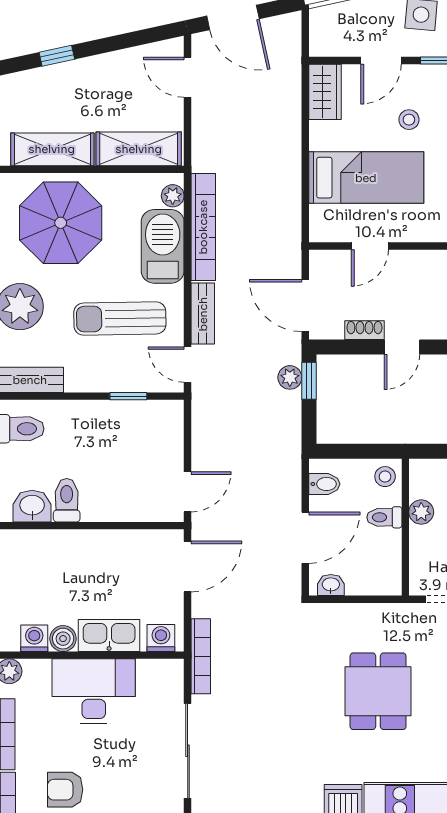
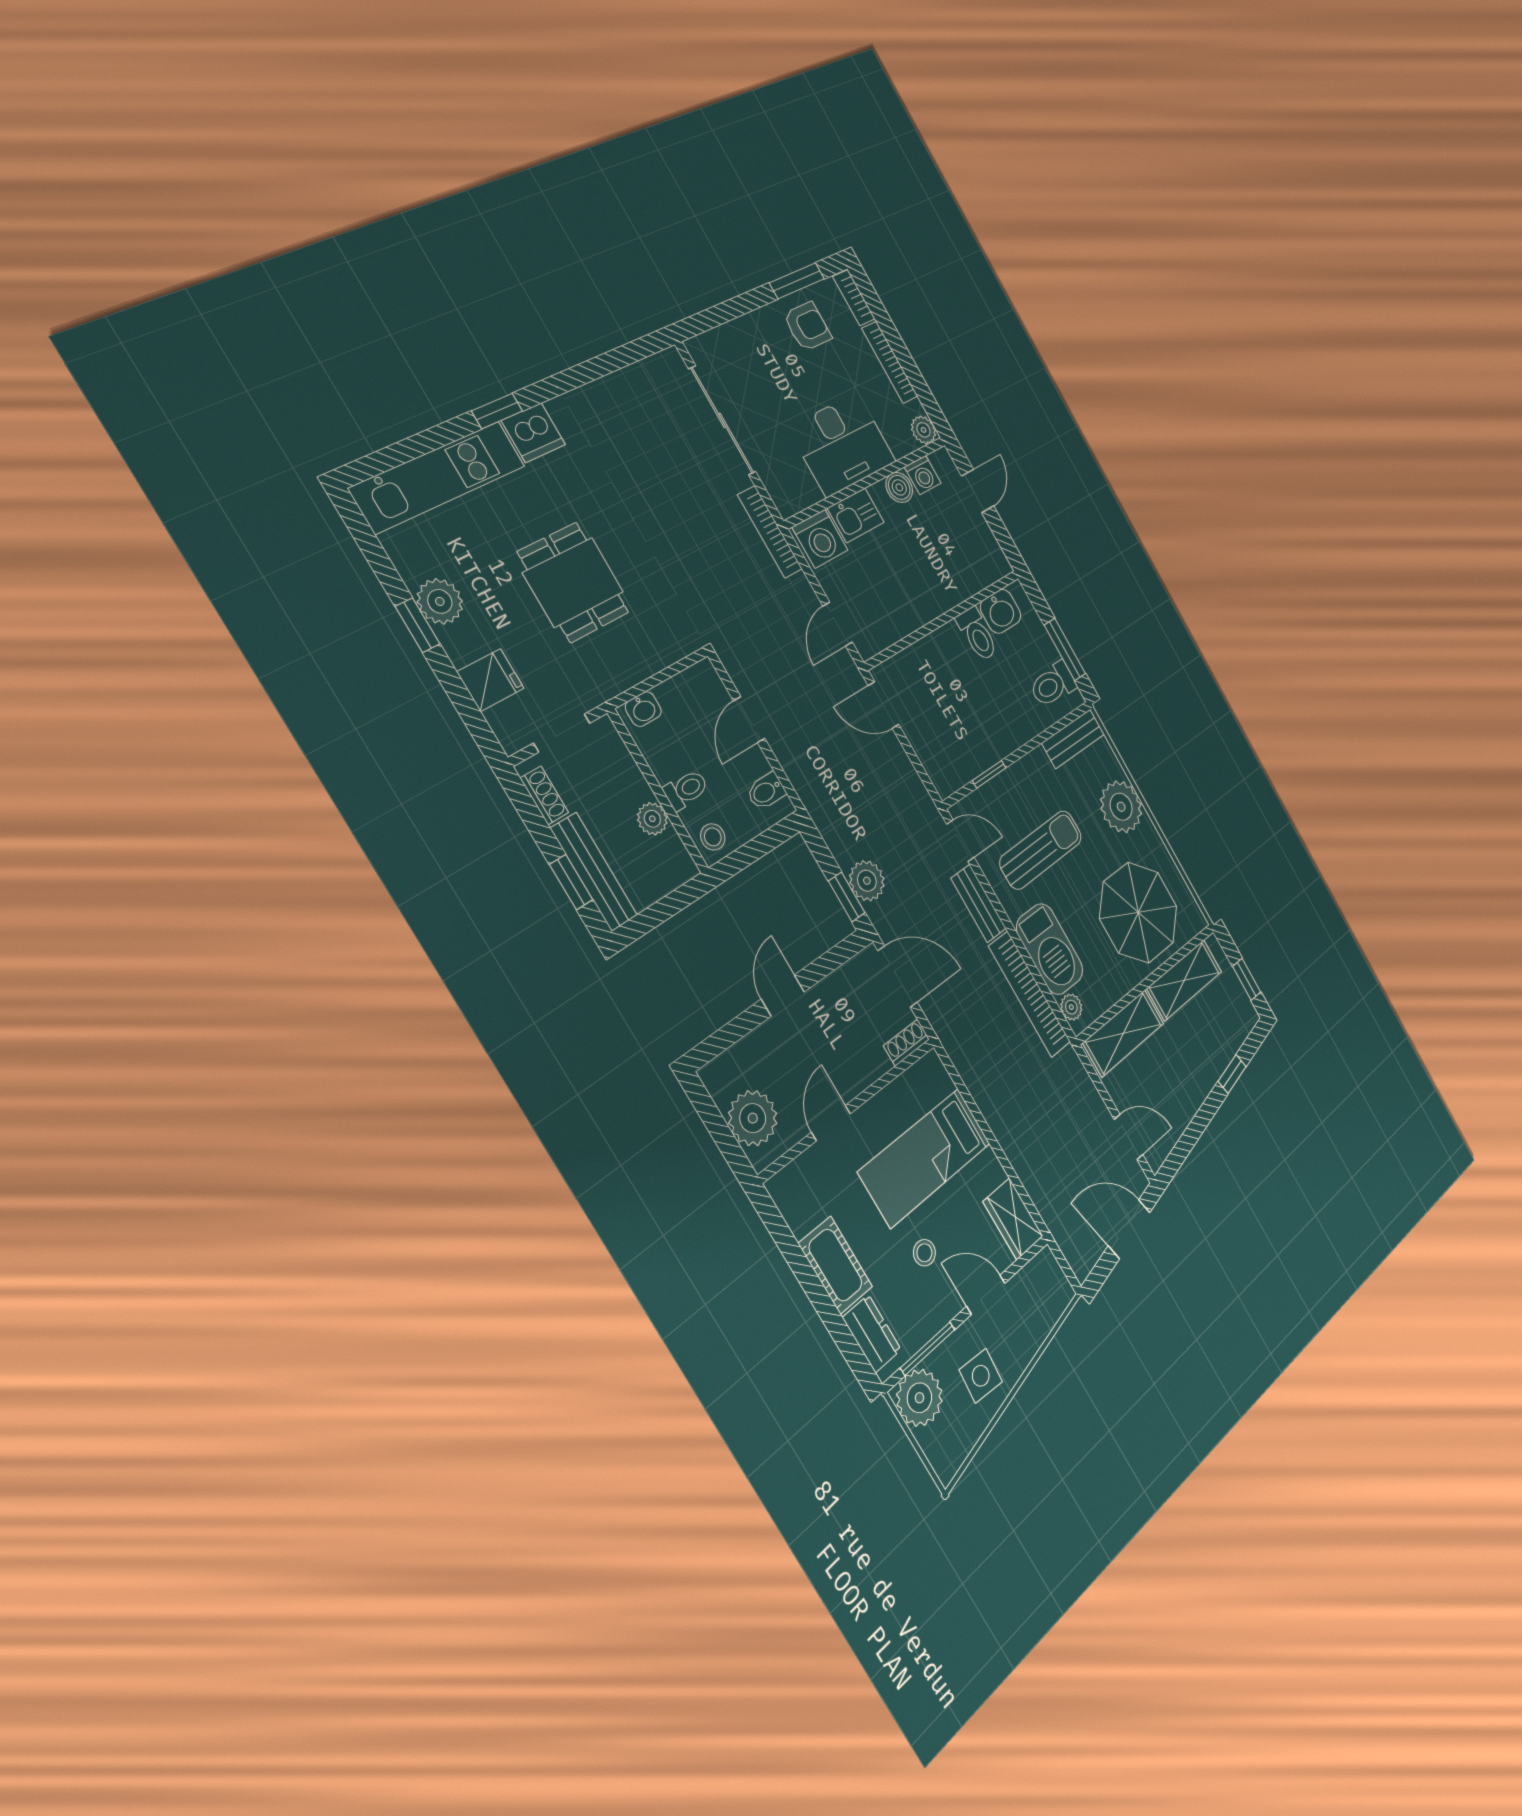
door: (381, 61) -> (986, 1295), hinge flipped
door: (370, 246) -> (831, 1123), moved
shoe rack: (364, 330) -> (906, 1042), moved, turned 180
plant: (290, 377) -> (867, 881), width x1.38, depth x1.38
door: (188, 492) -> (884, 705), hinge flipped
door: (305, 538) -> (749, 720), width x0.73
door: (188, 566) -> (838, 624), width x0.73
washbasin: (331, 585) -> (643, 709), moved
kitchen sink: (109, 636) -> (856, 515), width x0.73
washing machine: (161, 638) -> (820, 539), width x1.38, depth x1.38

